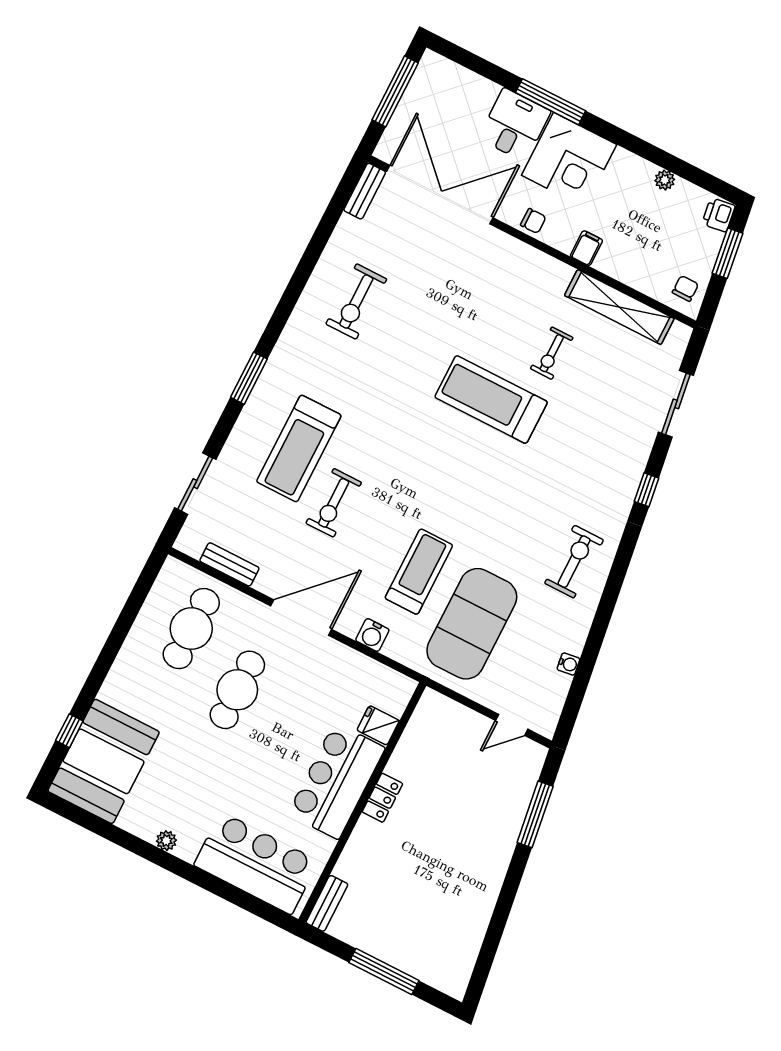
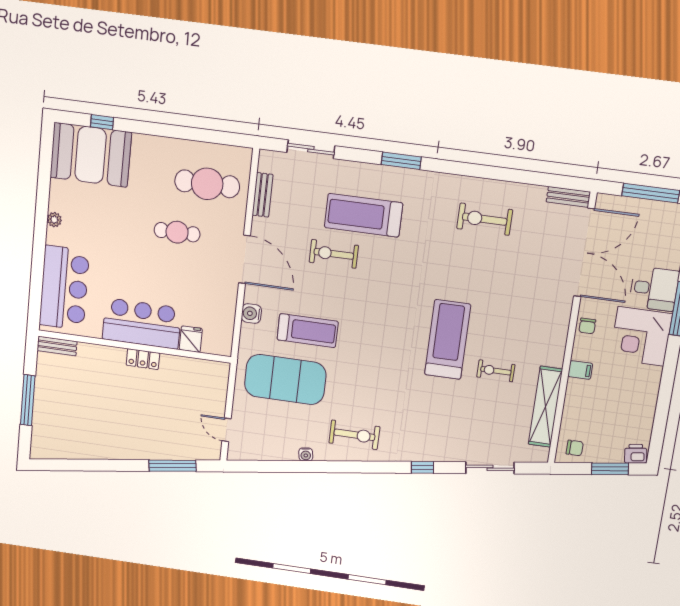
plant: (665, 180) -> (649, 408), removed
water cooler: (568, 664) -> (306, 454), moved
cafe table: (237, 690) -> (177, 232), width x0.73, depth x0.74

